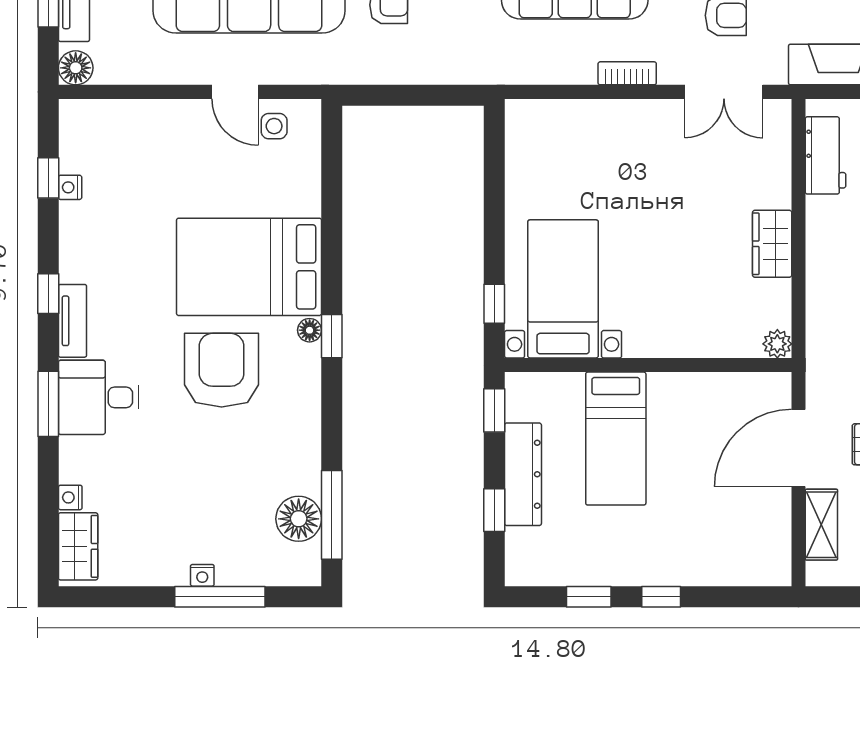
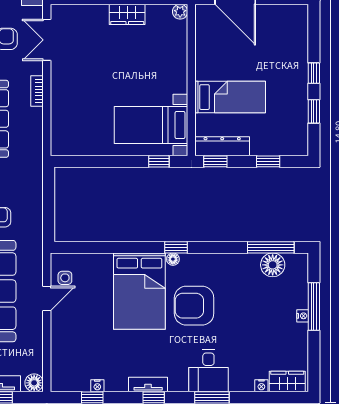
double door: (724, 92) -> (47, 40), swing flipped
tv unit: (72, 321) -> (148, 385), moved
dresser: (523, 474) -> (222, 146), moved

